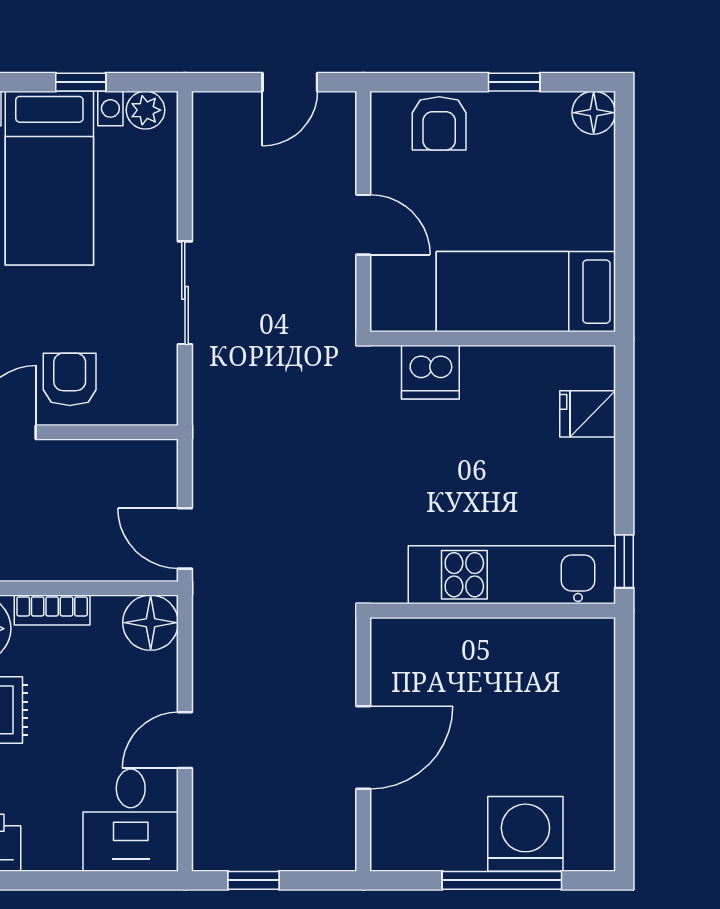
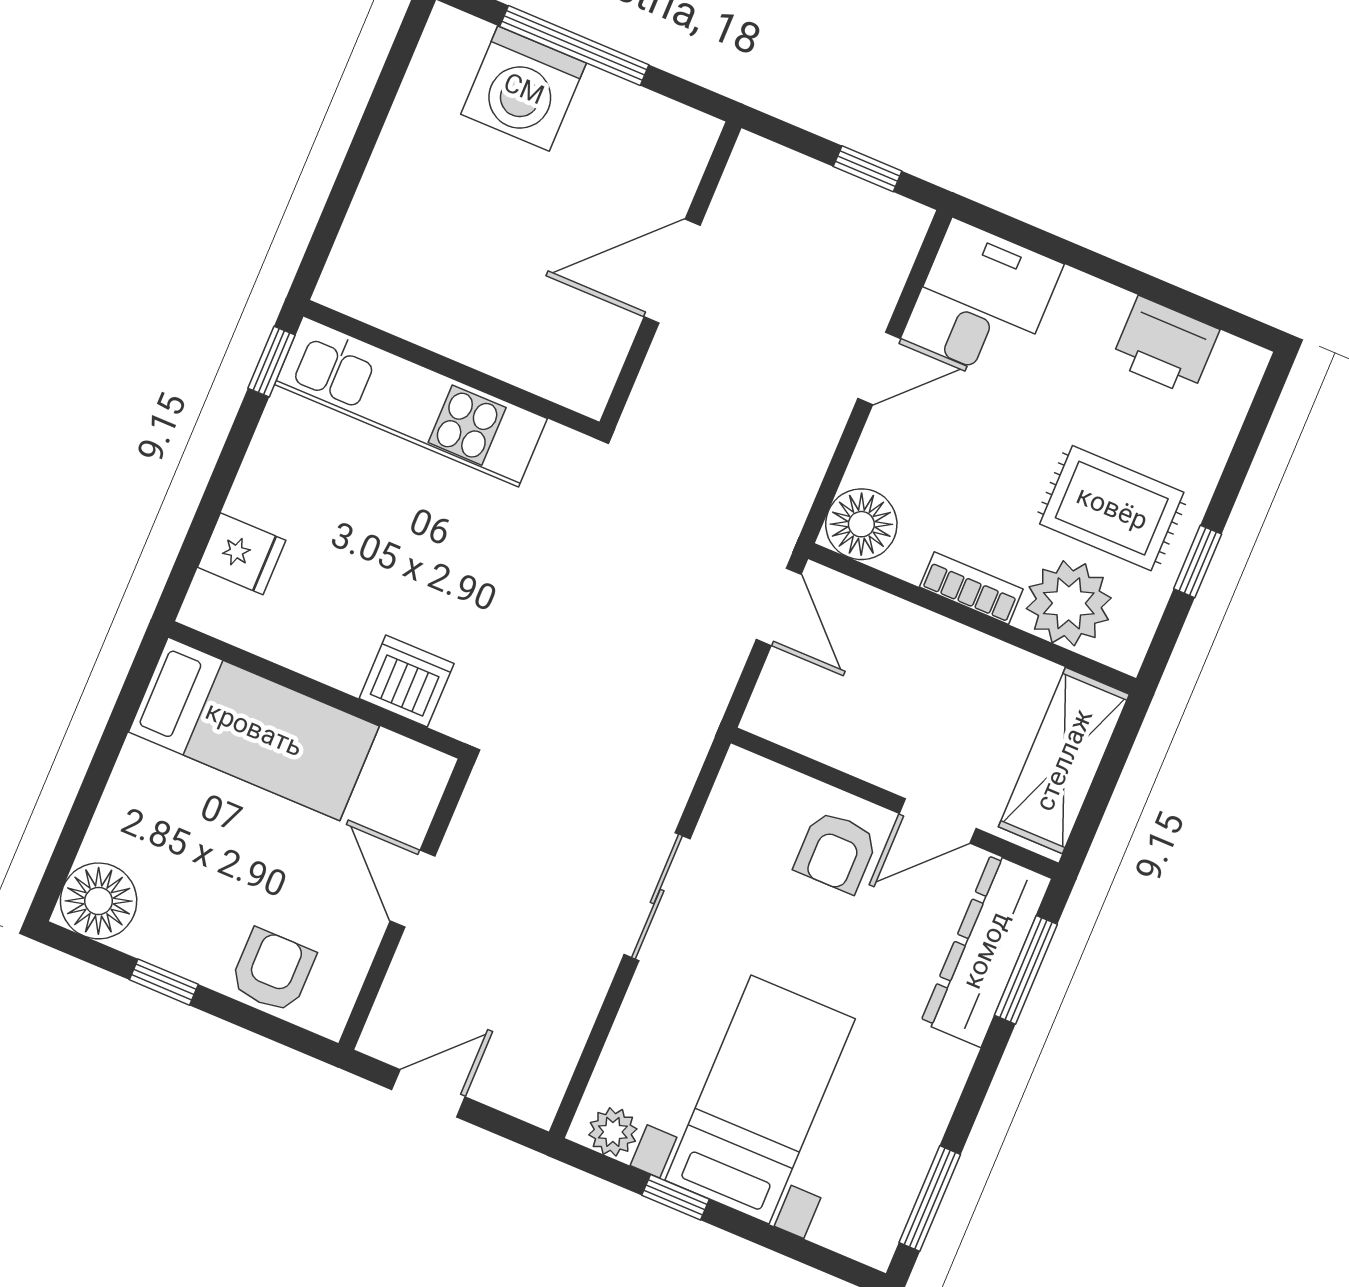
floor lamp: (594, 113) -> (99, 901), width x1.38, depth x1.38

